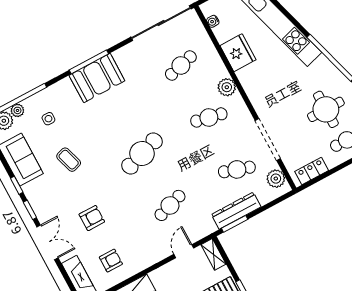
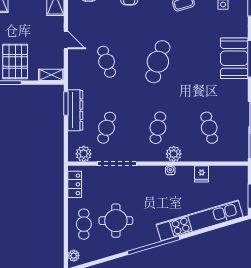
water cooler: (213, 21) -> (170, 170), moved
fridge: (238, 53) -> (202, 174), width x0.53, depth x0.75
cafe table: (142, 153) -> (158, 62), turned 36
door: (184, 251) -> (66, 40), moved

